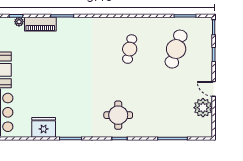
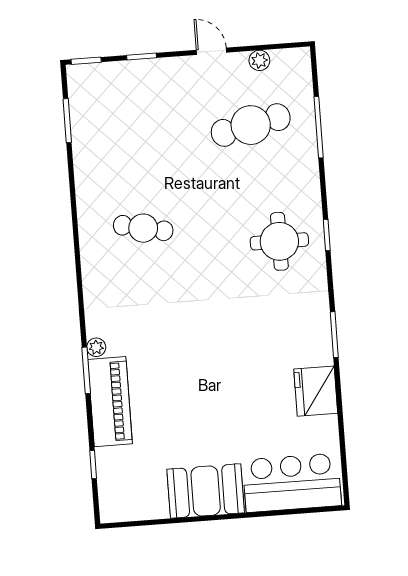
plant: (19, 22) -> (96, 347), moved
piano: (40, 24) -> (110, 402), width x1.37, depth x1.33
cafe table: (176, 49) -> (251, 125), moved, turned -30
door: (214, 89) -> (211, 51), swing flipped
plant: (203, 108) -> (259, 60), width x0.53, depth x0.53

